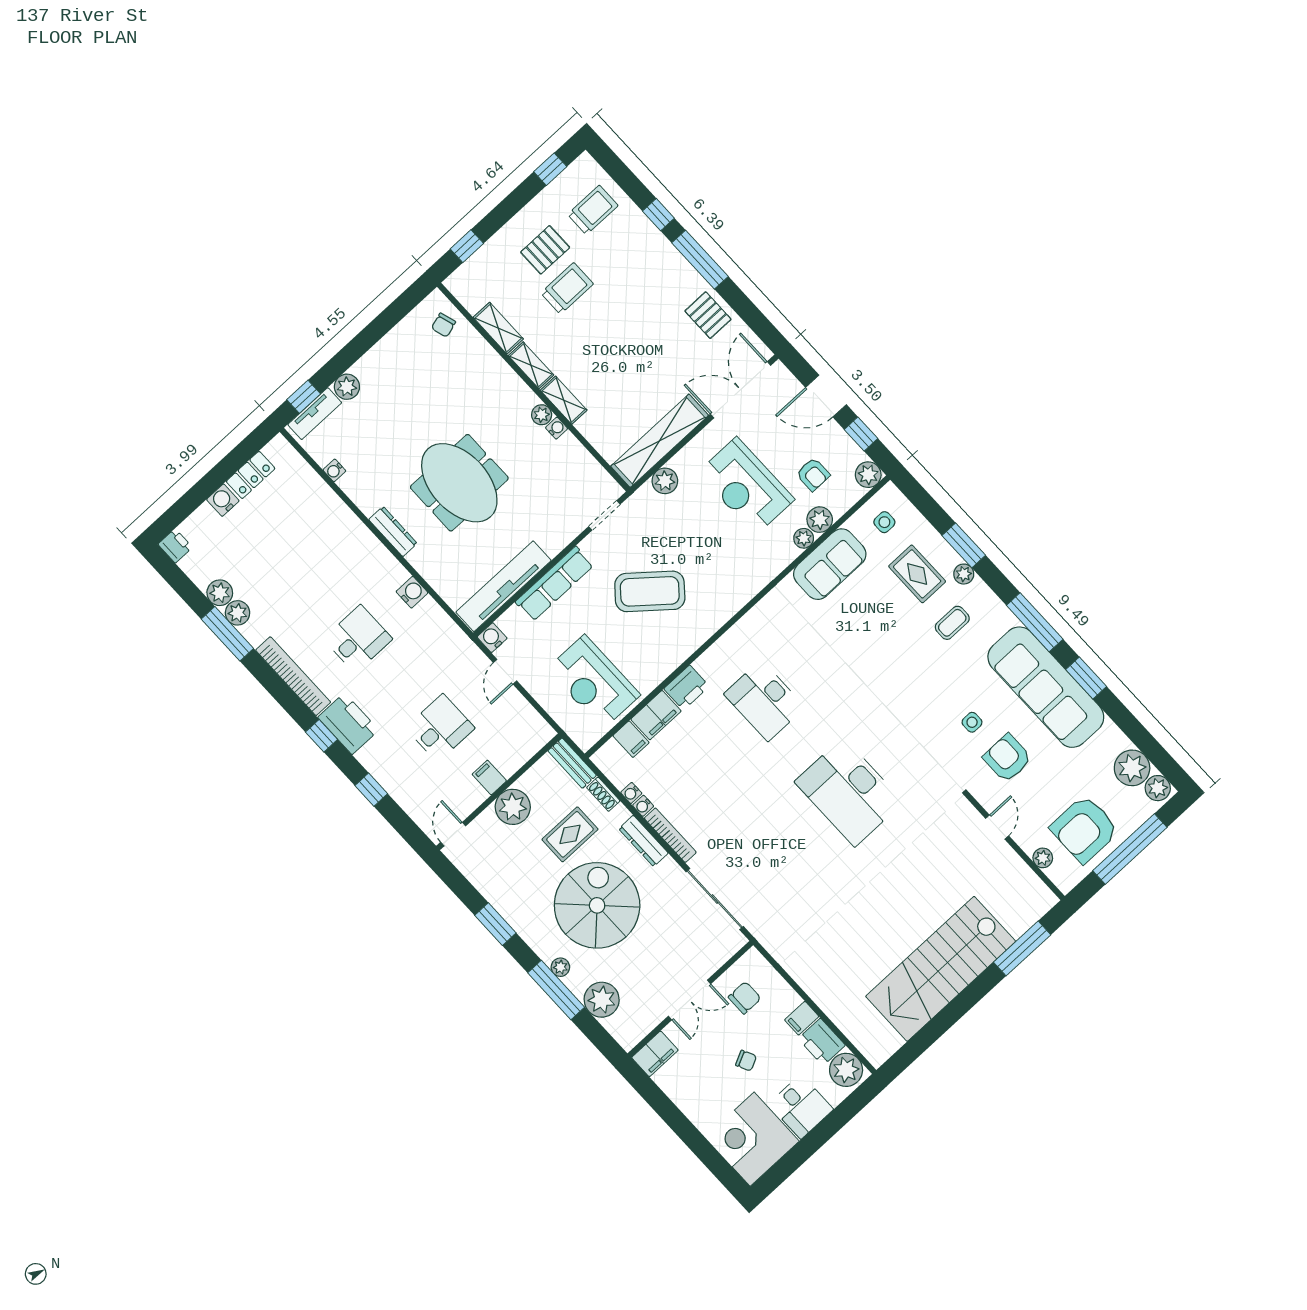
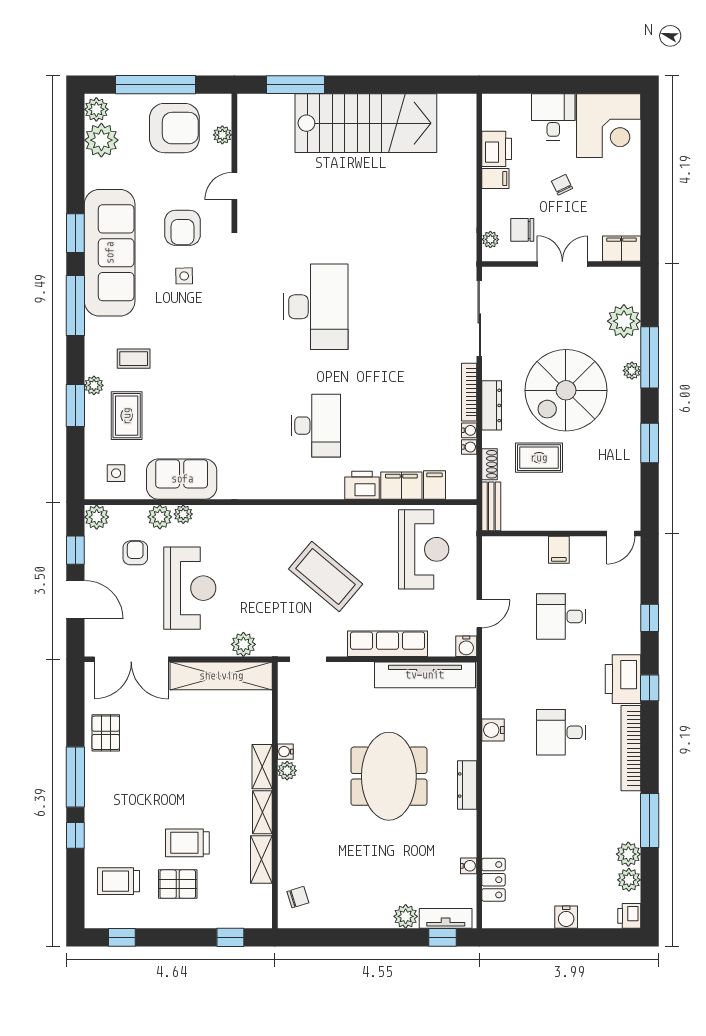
locker: (251, 475) -> (493, 880), moved, turned 90
plant: (237, 613) -> (629, 880), moved
plant: (513, 807) -> (561, 514), removed
plant: (846, 1070) -> (490, 239), moved, width x0.53, depth x0.53

